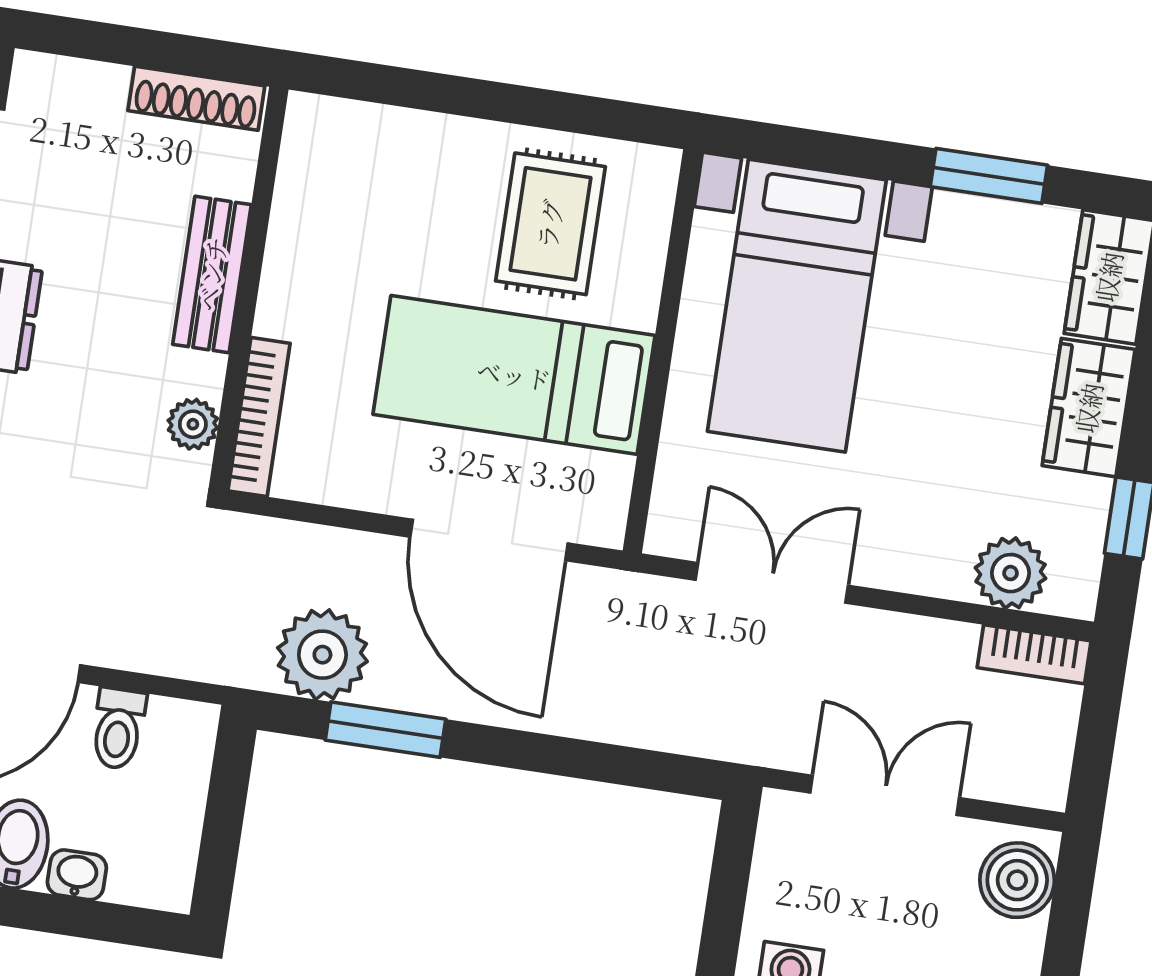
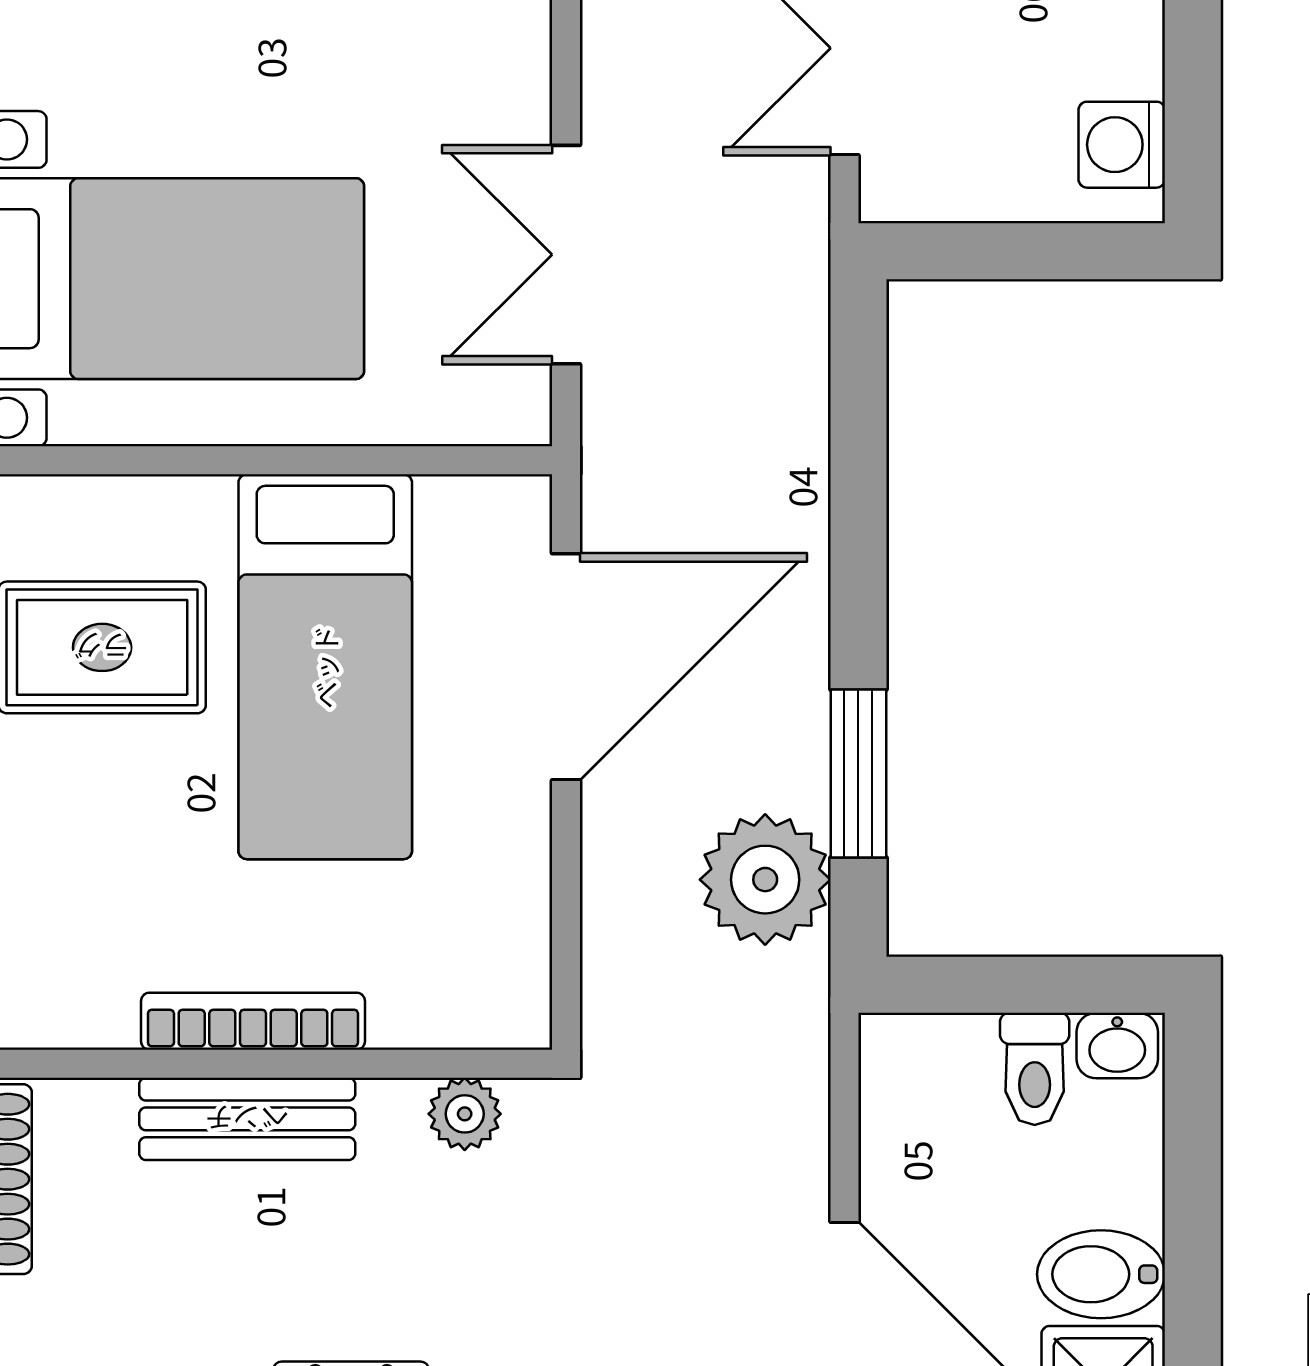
bookcase: (259, 417) -> (253, 1021), moved
toilet: (118, 729) -> (1035, 1069), moved, turned 90
washbasin: (77, 875) -> (1117, 1046), moved, turned -90

